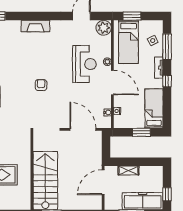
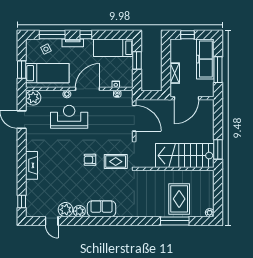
rug: (39, 111) -> (116, 162), added
door: (83, 129) -> (134, 118), swing flipped
door: (103, 182) -> (186, 98), hinge flipped
window: (167, 194) -> (188, 35), moved

